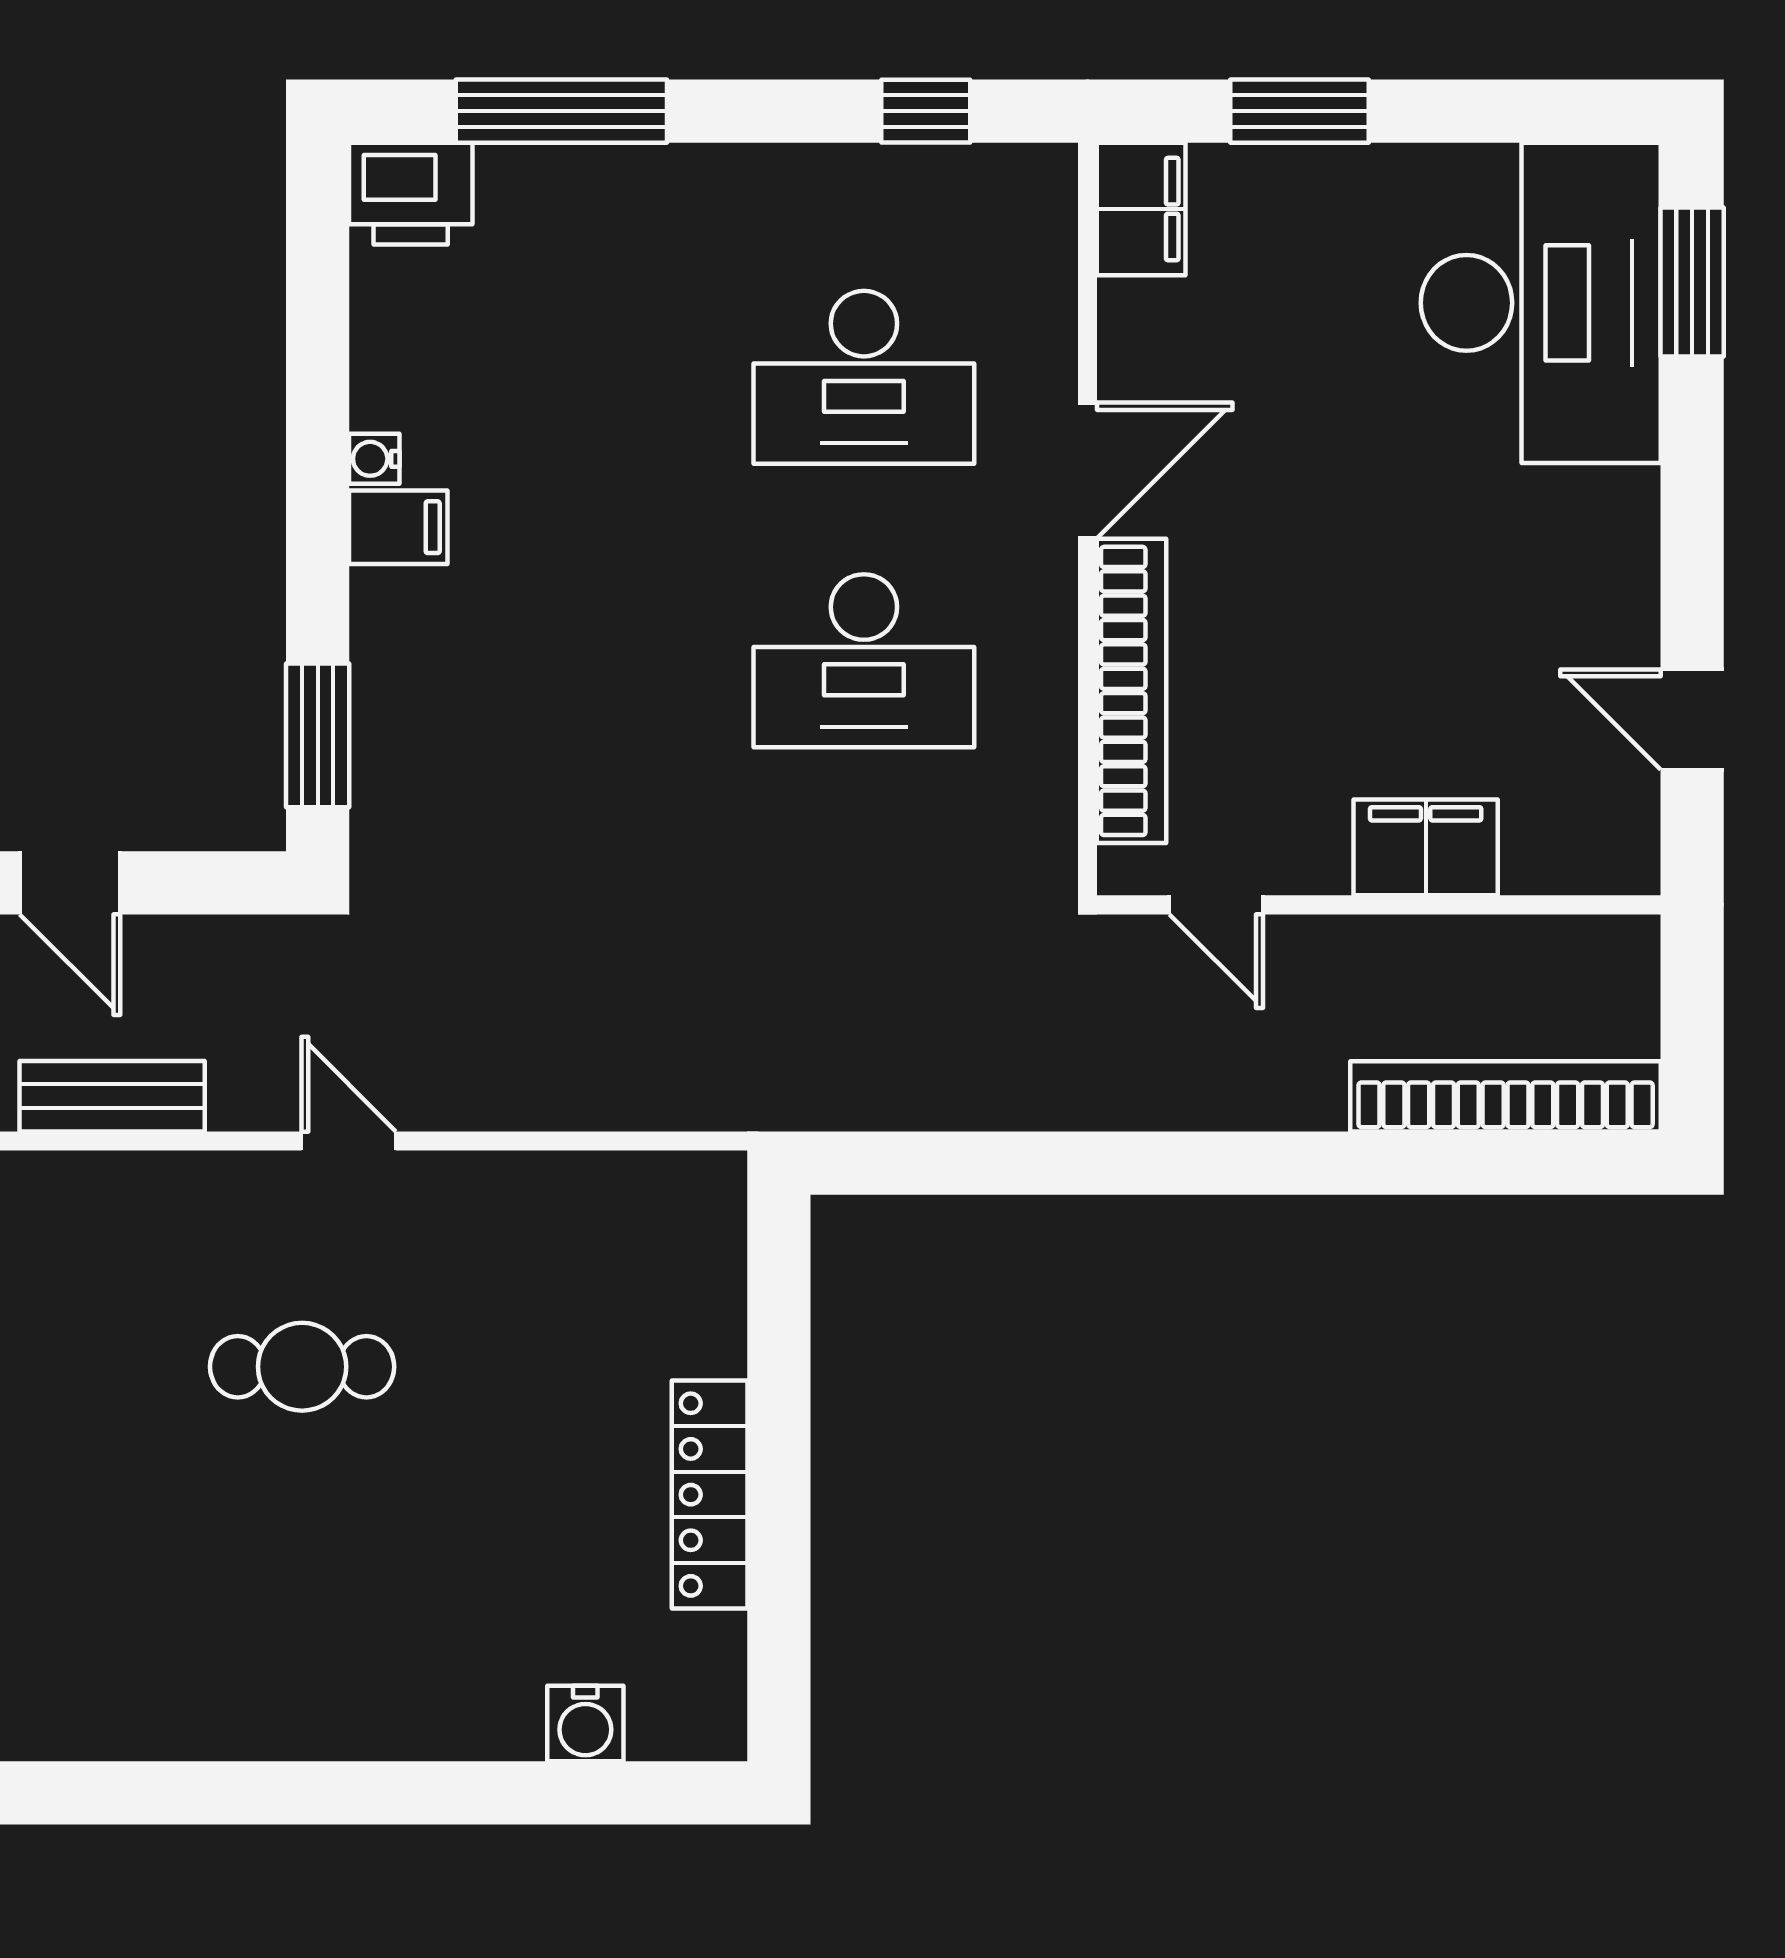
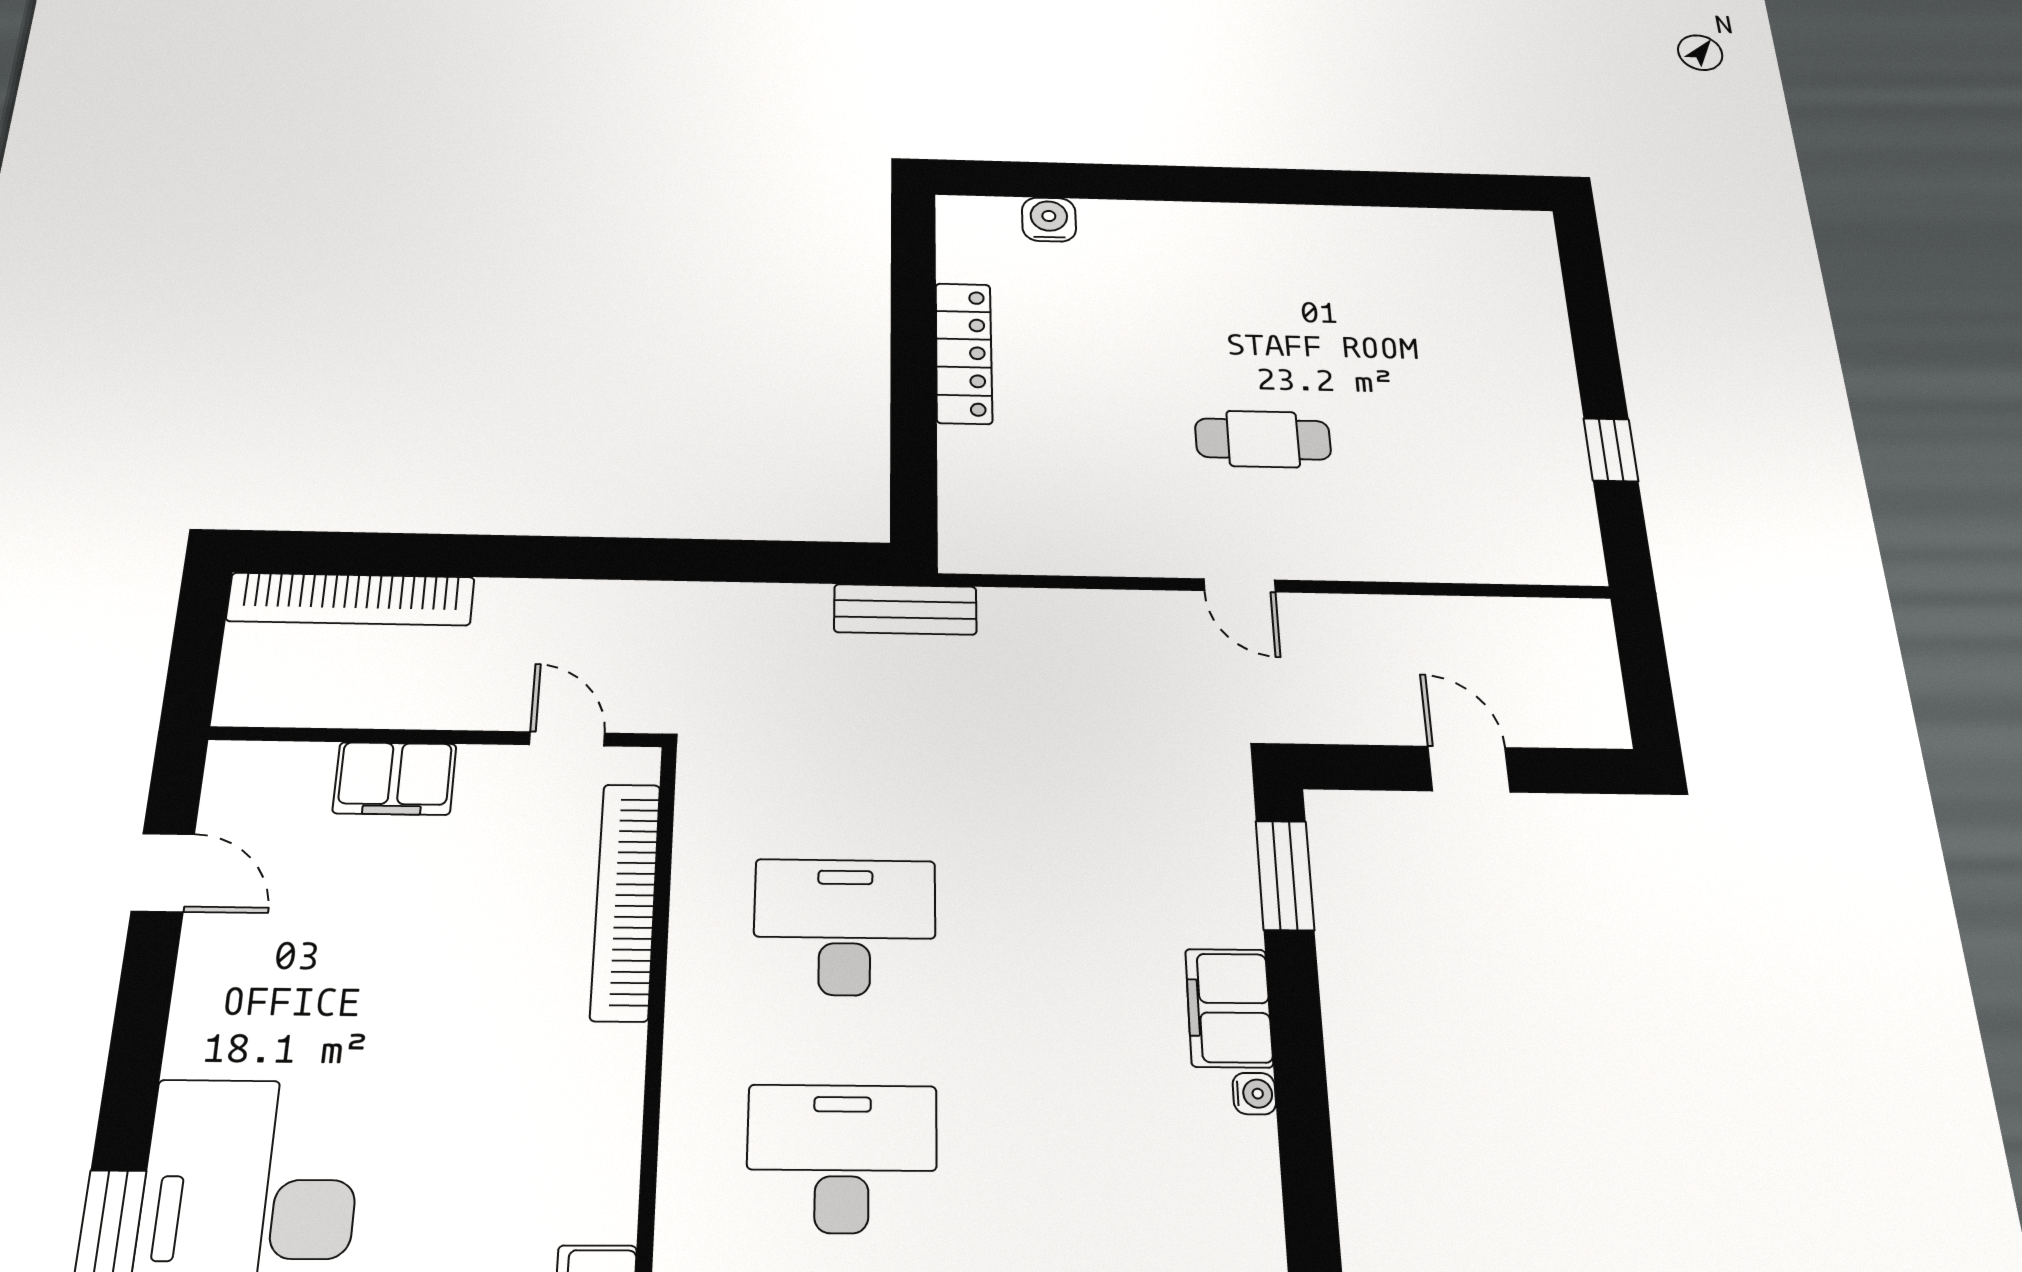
door: (1088, 471) -> (653, 1078), removed
filing cabinet: (398, 527) -> (1229, 1008), width x2.00
bench: (112, 1096) -> (905, 609), moved

